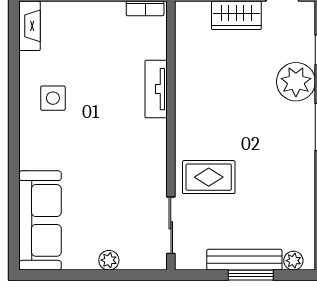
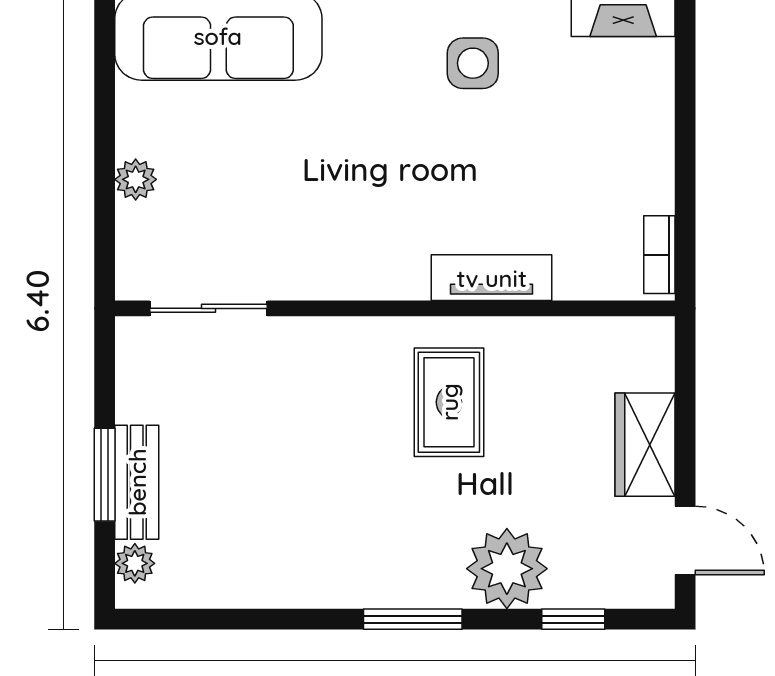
rug: (209, 177) -> (449, 402), moved
bench: (244, 260) -> (137, 482), width x0.73

